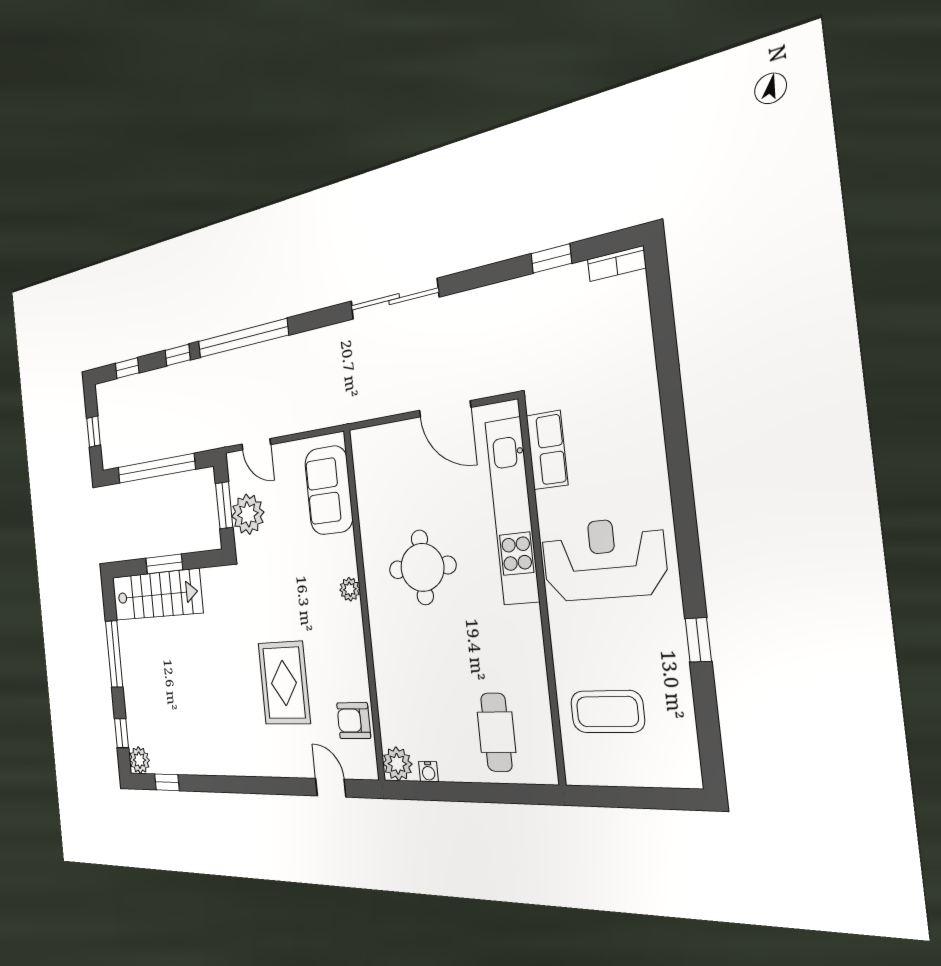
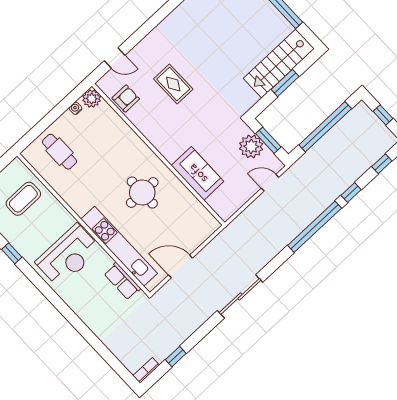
sofa: (329, 490) -> (198, 173), moved
plant: (350, 589) -> (170, 155), removed
rug: (284, 683) -> (173, 84), width x0.73, depth x0.70

